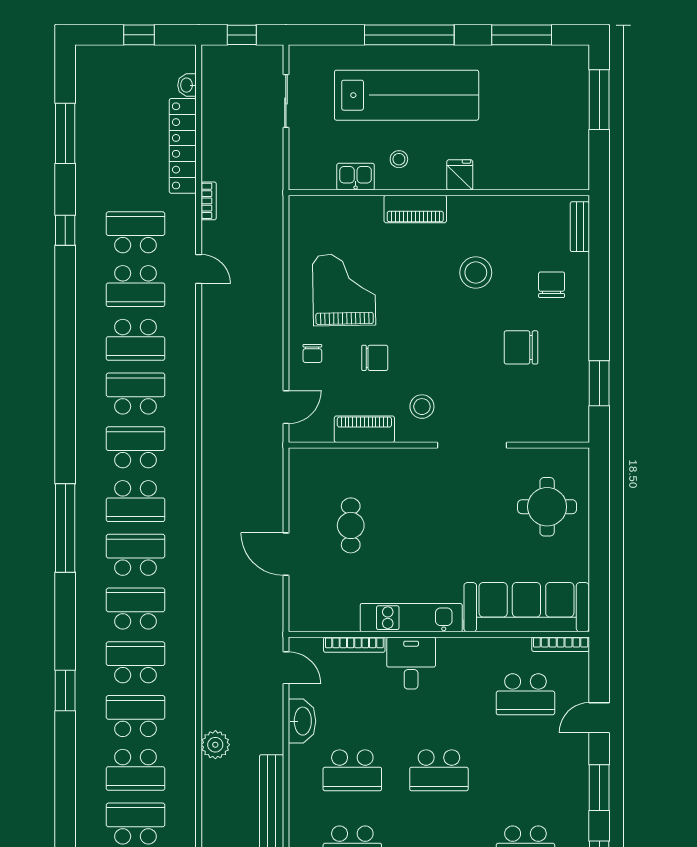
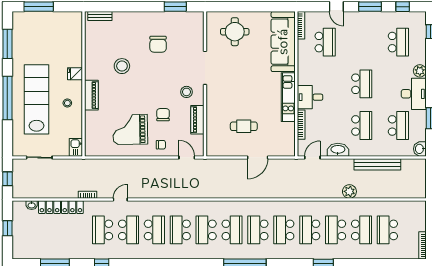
kitchen sink: (356, 177) -> (76, 147), moved
chair: (552, 285) -> (128, 30), removed

